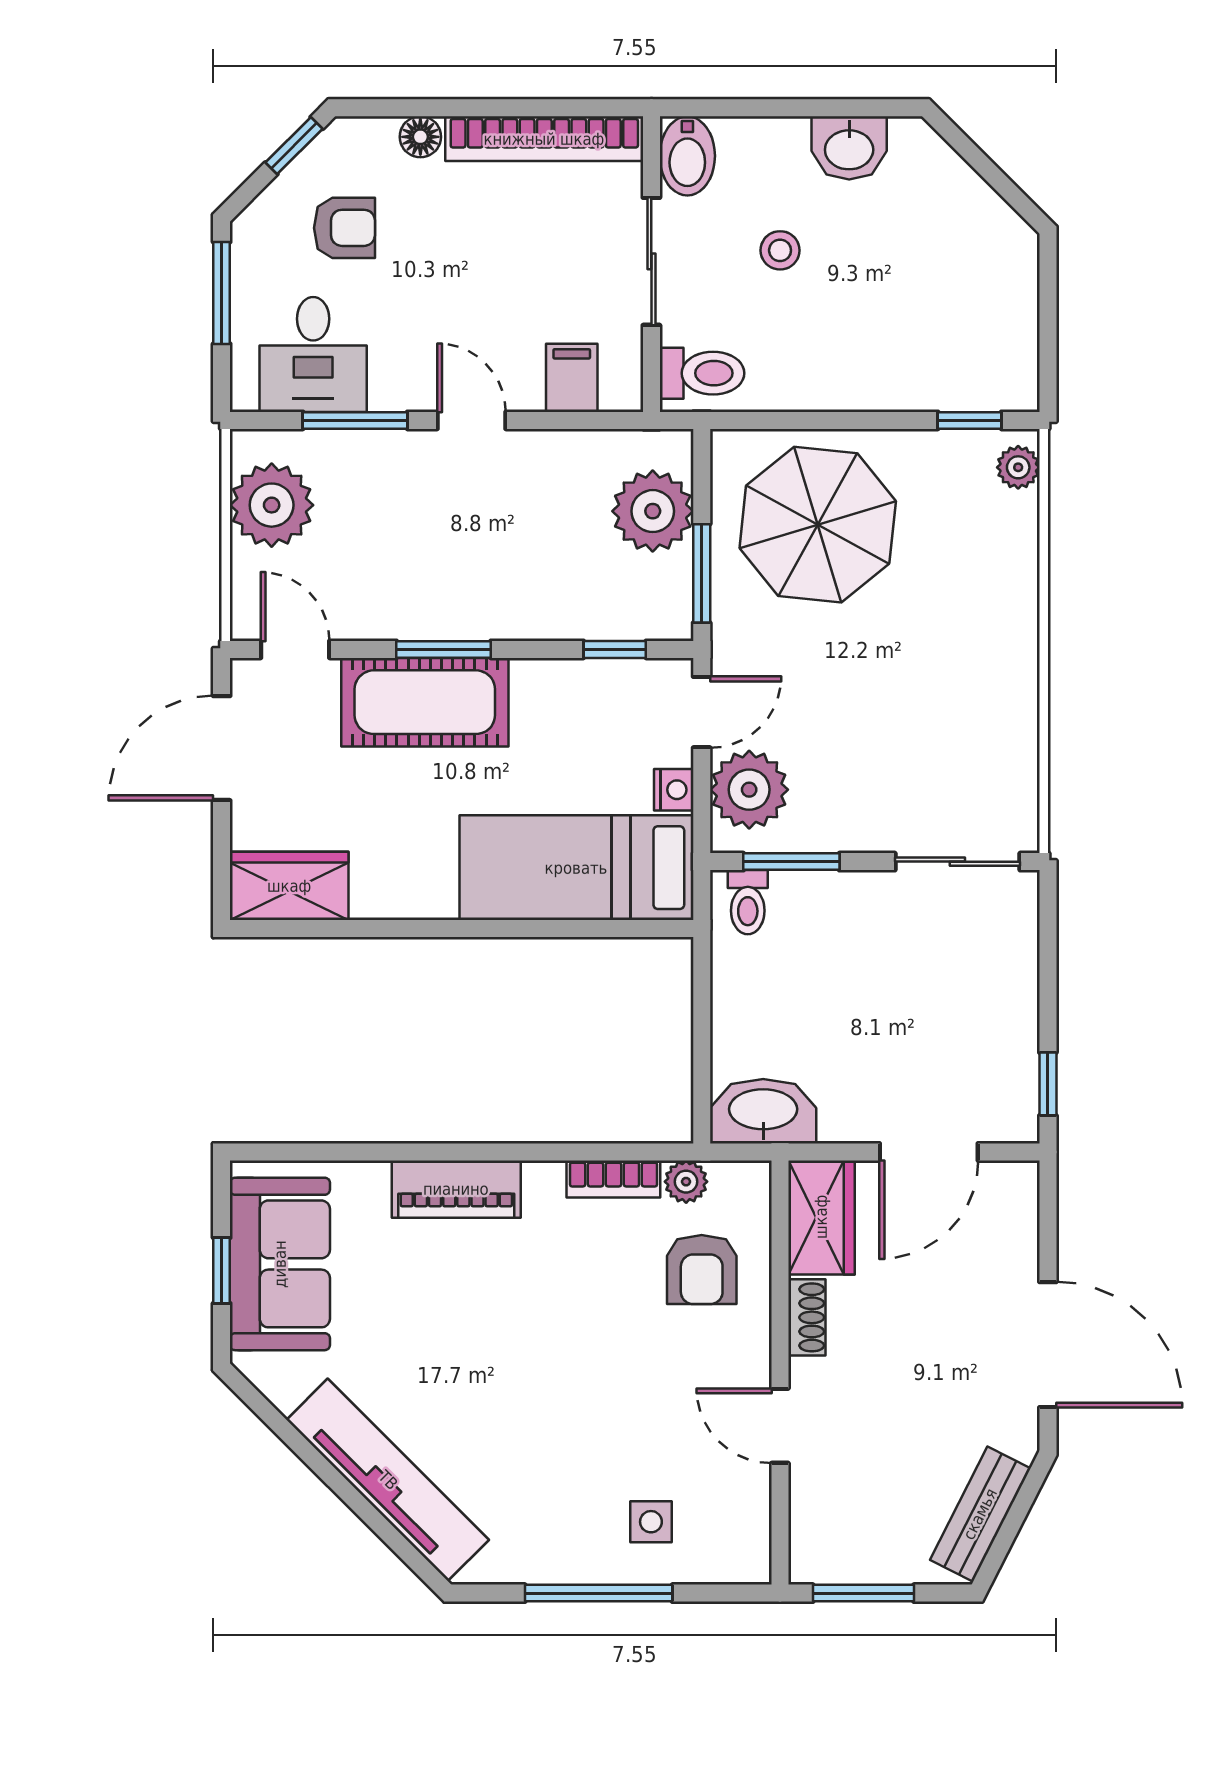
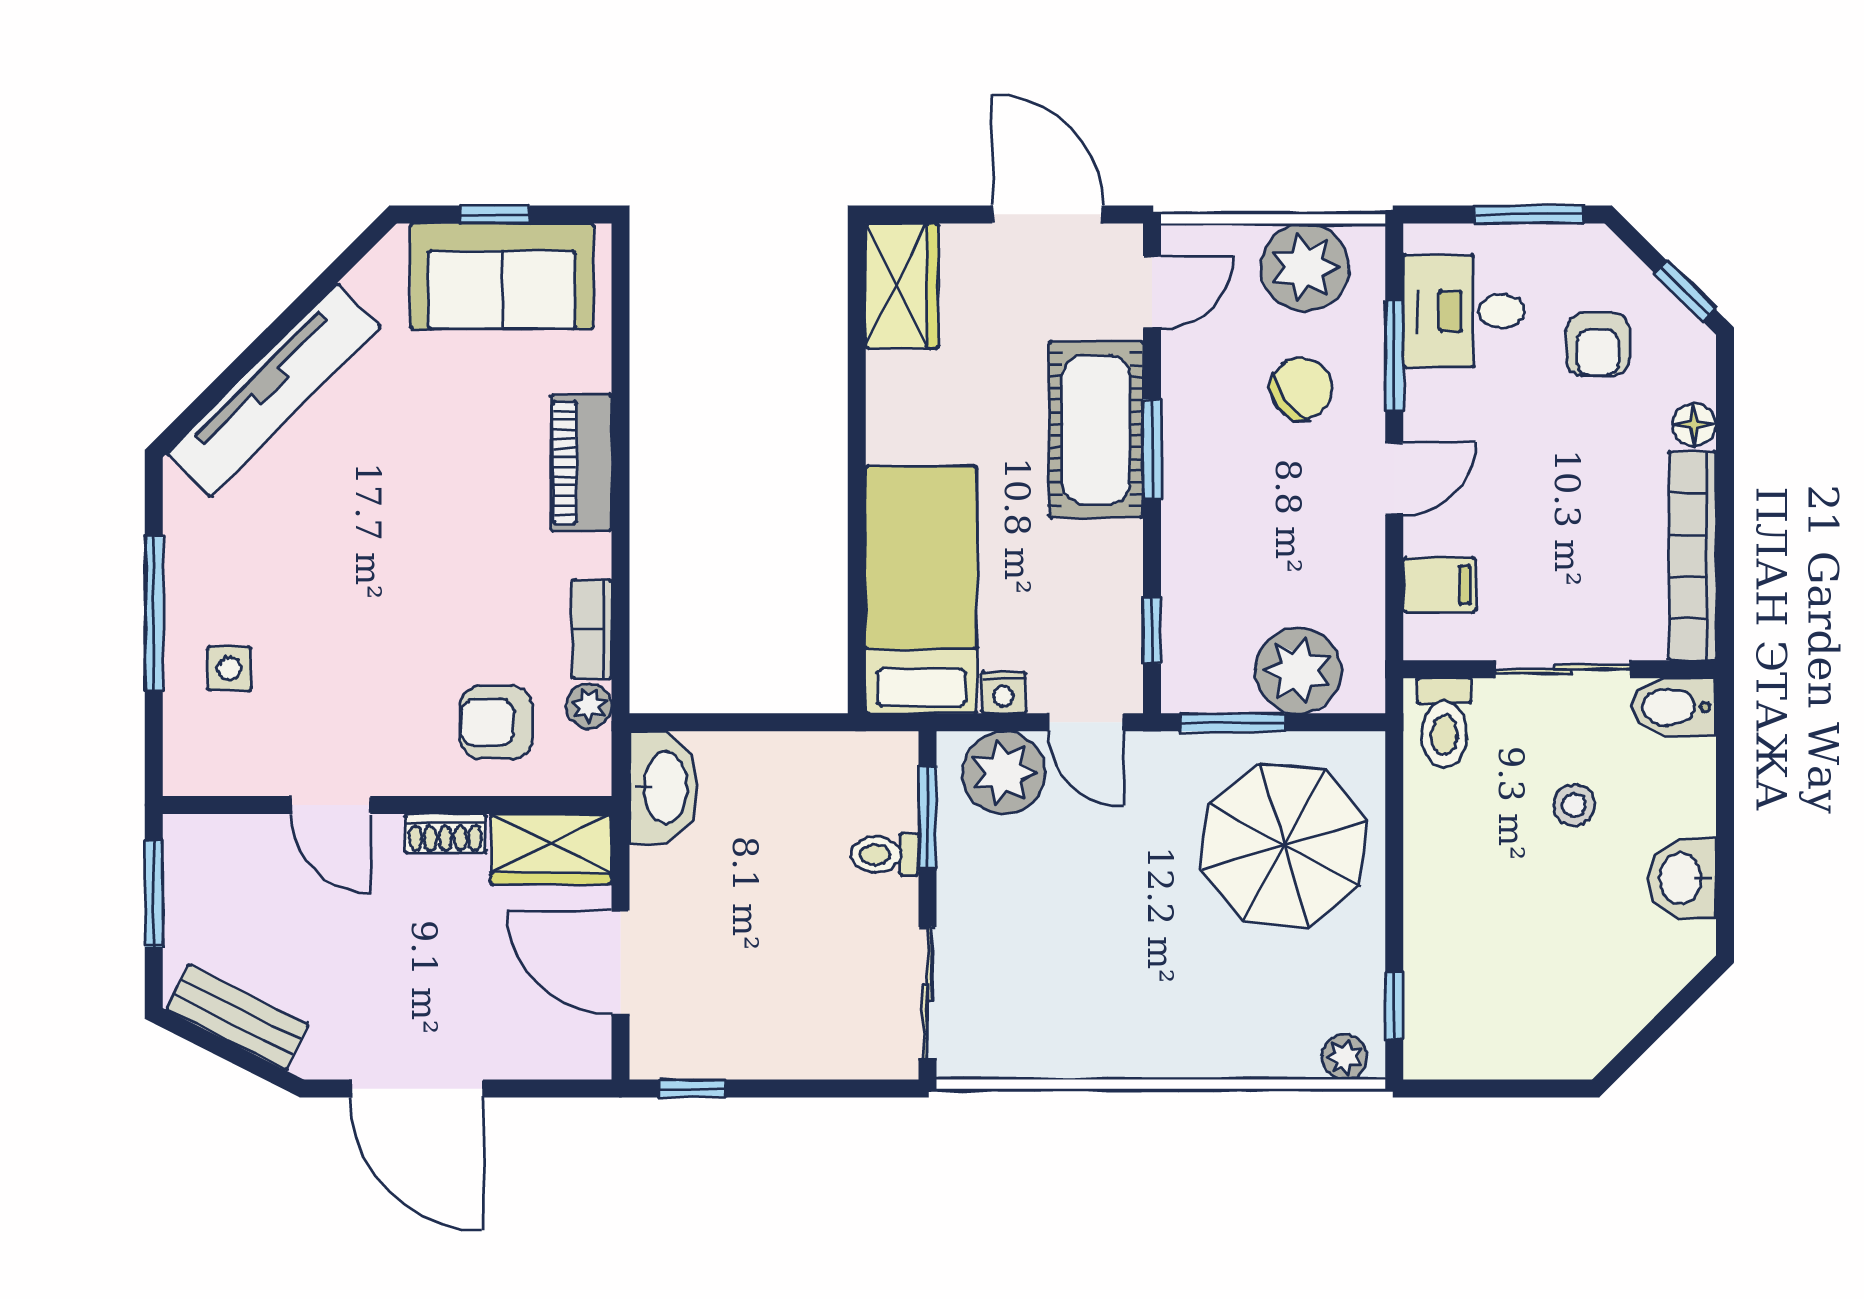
chair: (386, 508) -> (1301, 389), added
toilet: (748, 902) -> (885, 854), moved
door: (1048, 1345) -> (417, 1089), hinge flipped
door: (780, 1426) -> (331, 805), swing flipped

